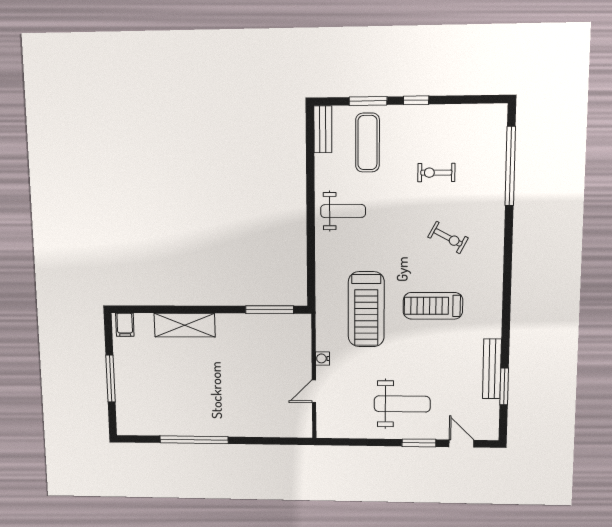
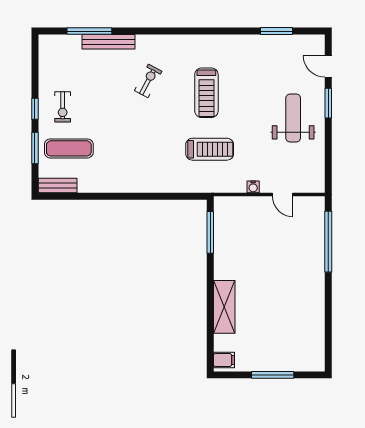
window: (510, 166) -> (89, 31), width x0.68
exercise bike: (436, 173) -> (63, 107), moved
weight bench: (343, 211) -> (126, 169), removed
treadmill: (366, 309) -> (210, 149), width x0.73, depth x0.73
bench: (492, 369) -> (108, 42), moved
window: (194, 440) -> (328, 242), moved
door: (461, 444) -> (328, 66), hinge flipped

